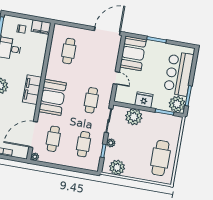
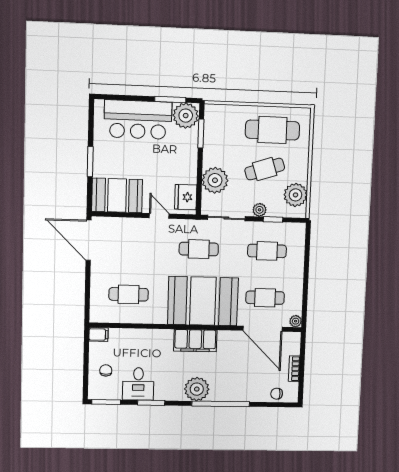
filing cabinet: (41, 27) -> (98, 335), width x0.50
door: (116, 78) -> (159, 216), hinge flipped
booth: (53, 97) -> (203, 301), width x1.36, depth x1.42
fridge: (144, 100) -> (186, 197), moved
cafe table: (136, 150) -> (265, 169), added

